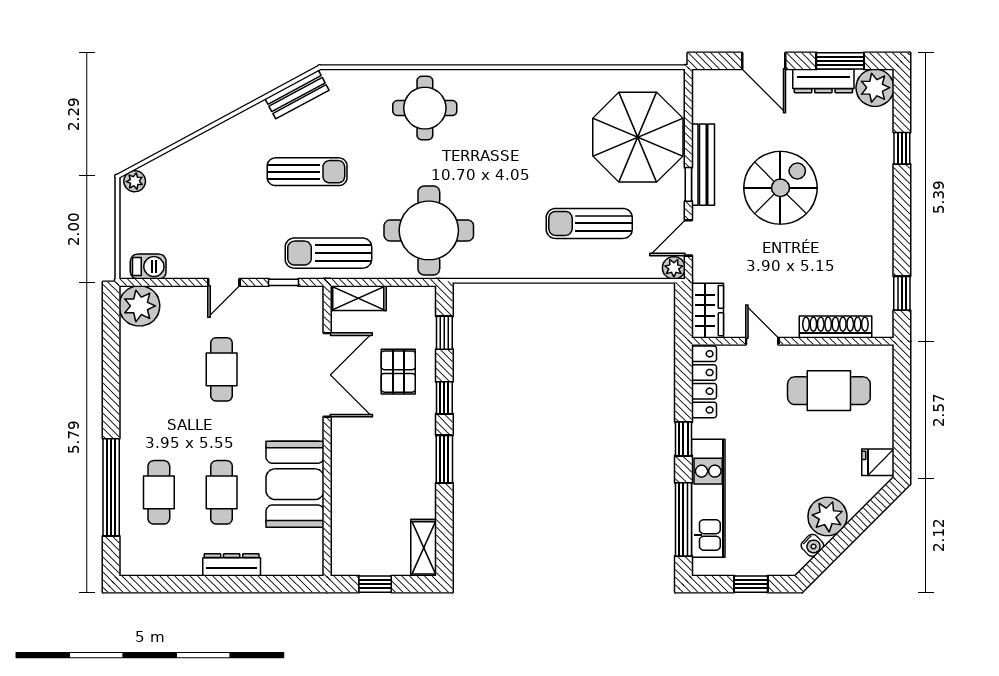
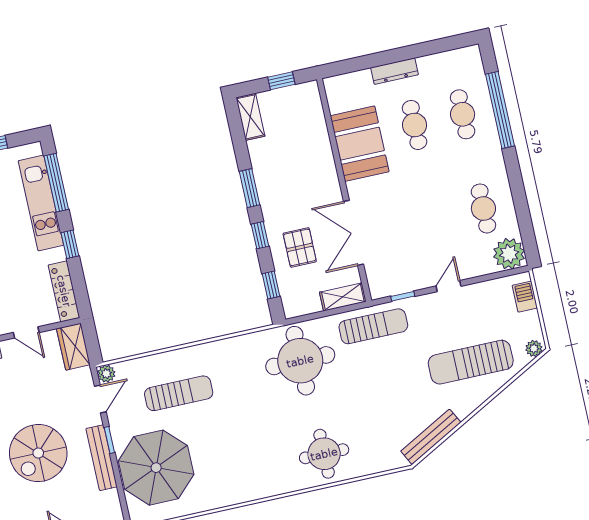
bench: (297, 95) -> (431, 437), width x1.36
sun lounger: (307, 172) -> (471, 362), moved, width x1.36, depth x1.34
barbecue: (148, 267) -> (525, 297), moved, turned 90
cafe table: (222, 369) -> (483, 208), moved

